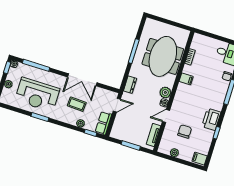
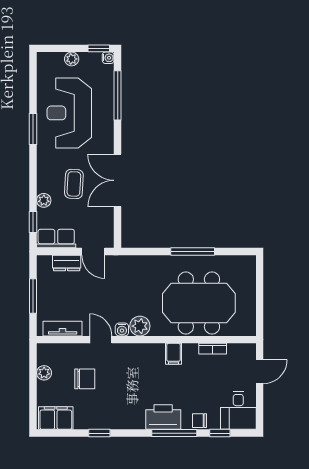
door: (210, 35) -> (260, 372), added
dresser: (130, 85) -> (67, 263), moved
printer: (211, 119) -> (163, 417), moved
filing cabinet: (200, 159) -> (56, 418), width x2.00

